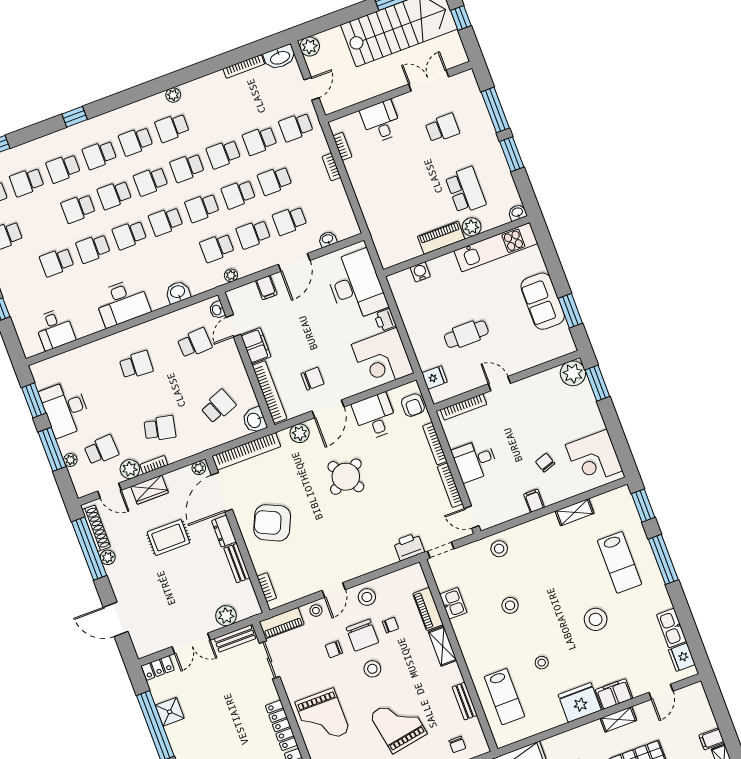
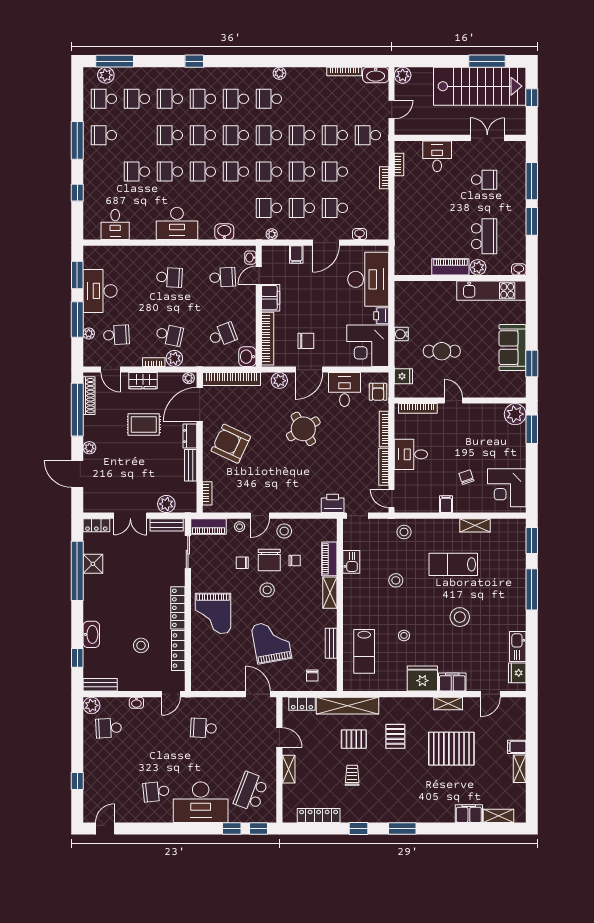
water cooler: (420, 272) -> (401, 334), moved, turned -90
plant: (130, 469) -> (174, 358), moved
plant: (108, 557) -> (89, 448), moved
lab bench: (620, 562) -> (453, 564), moved, turned 90

